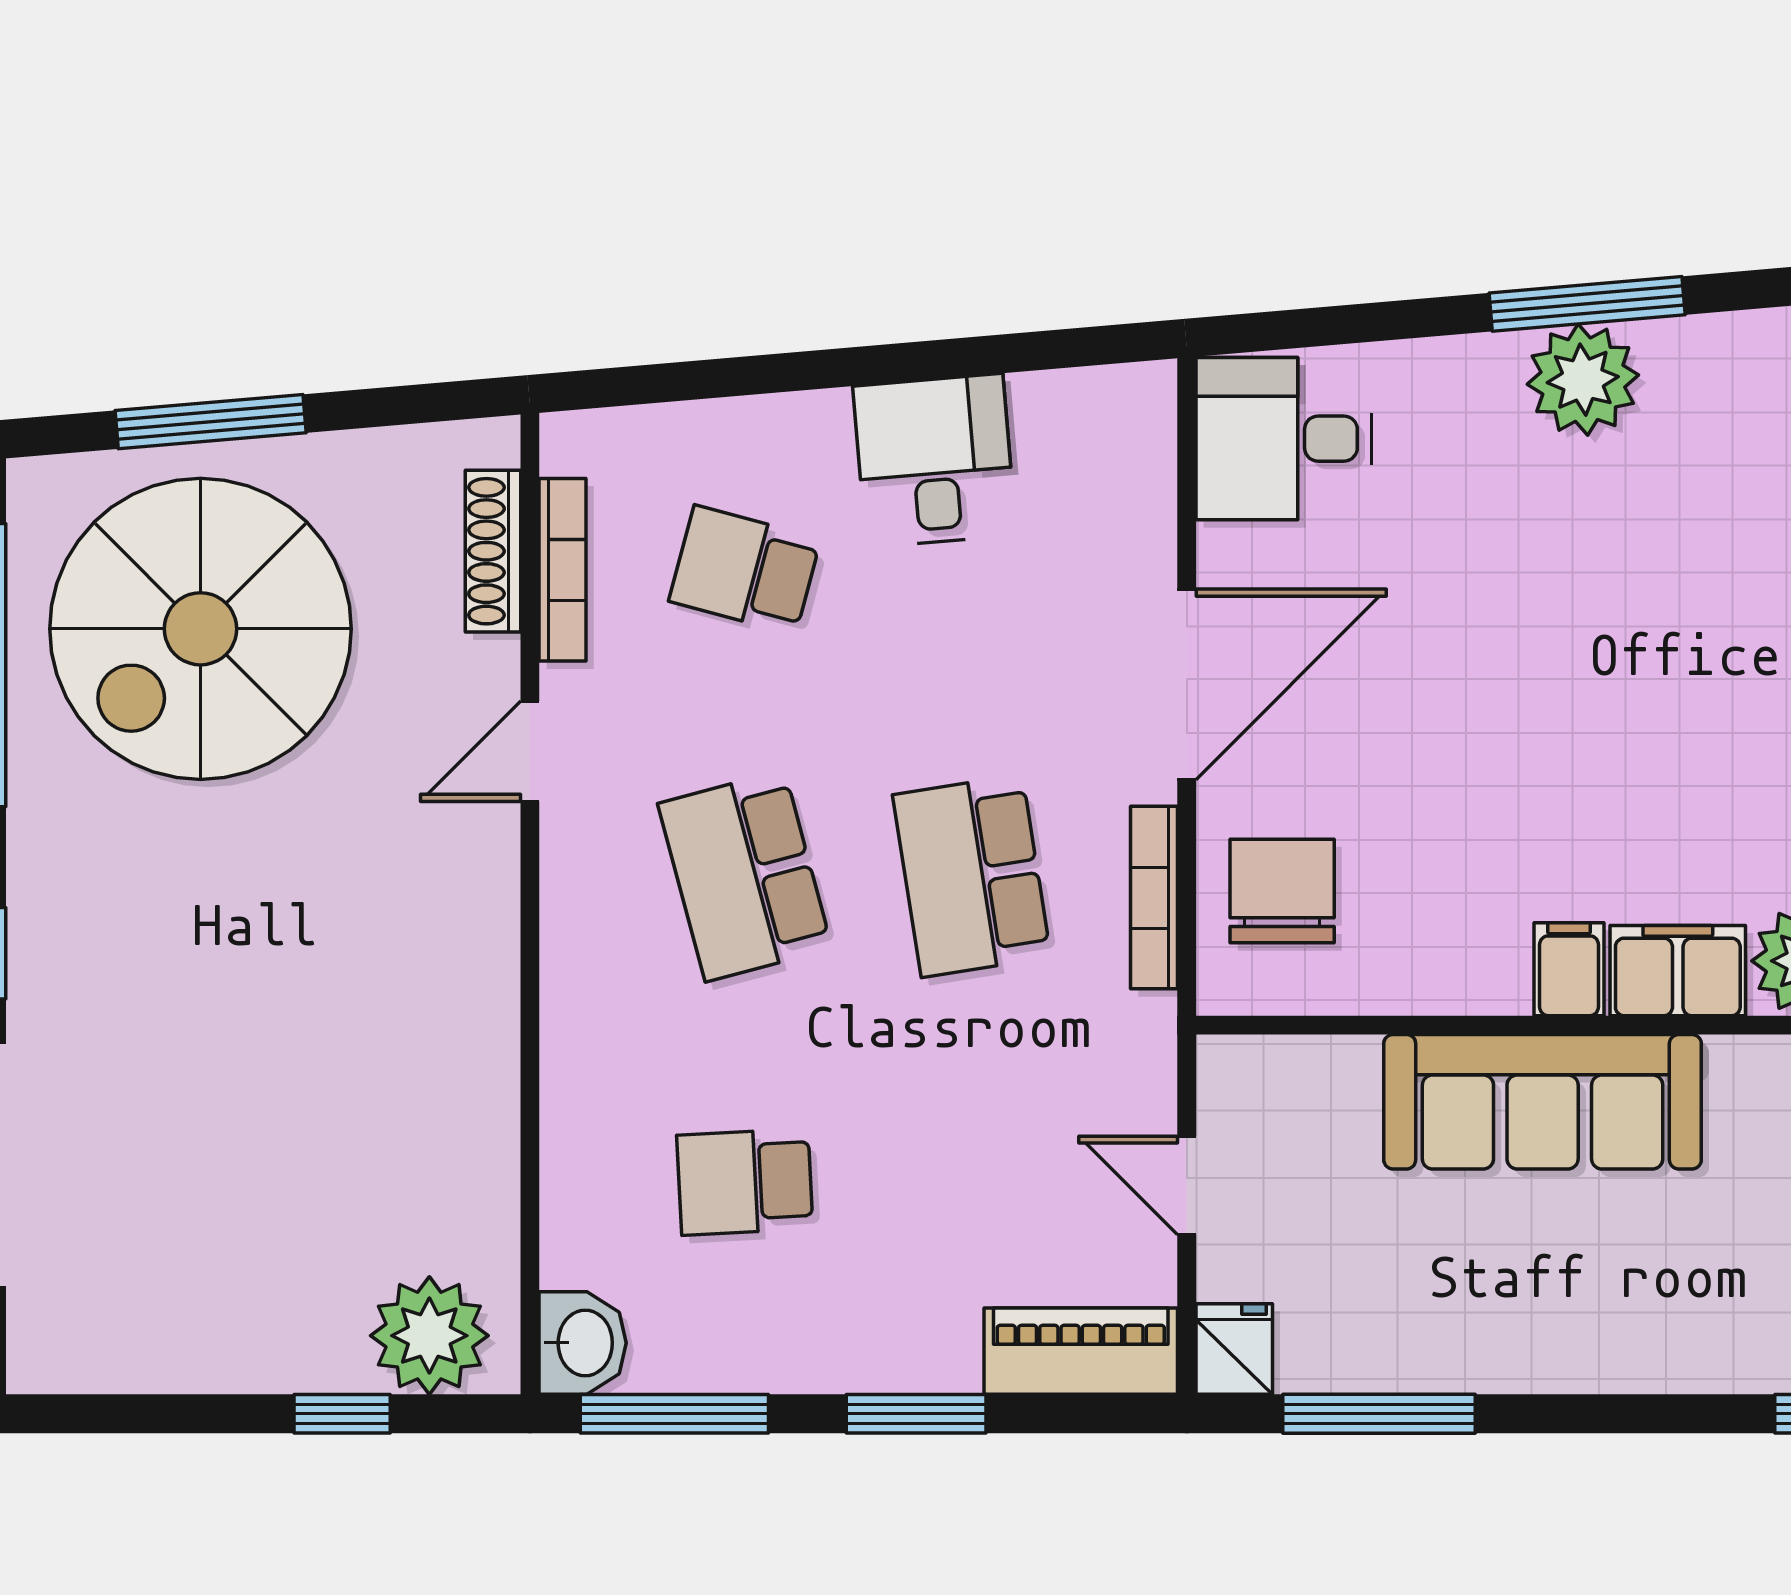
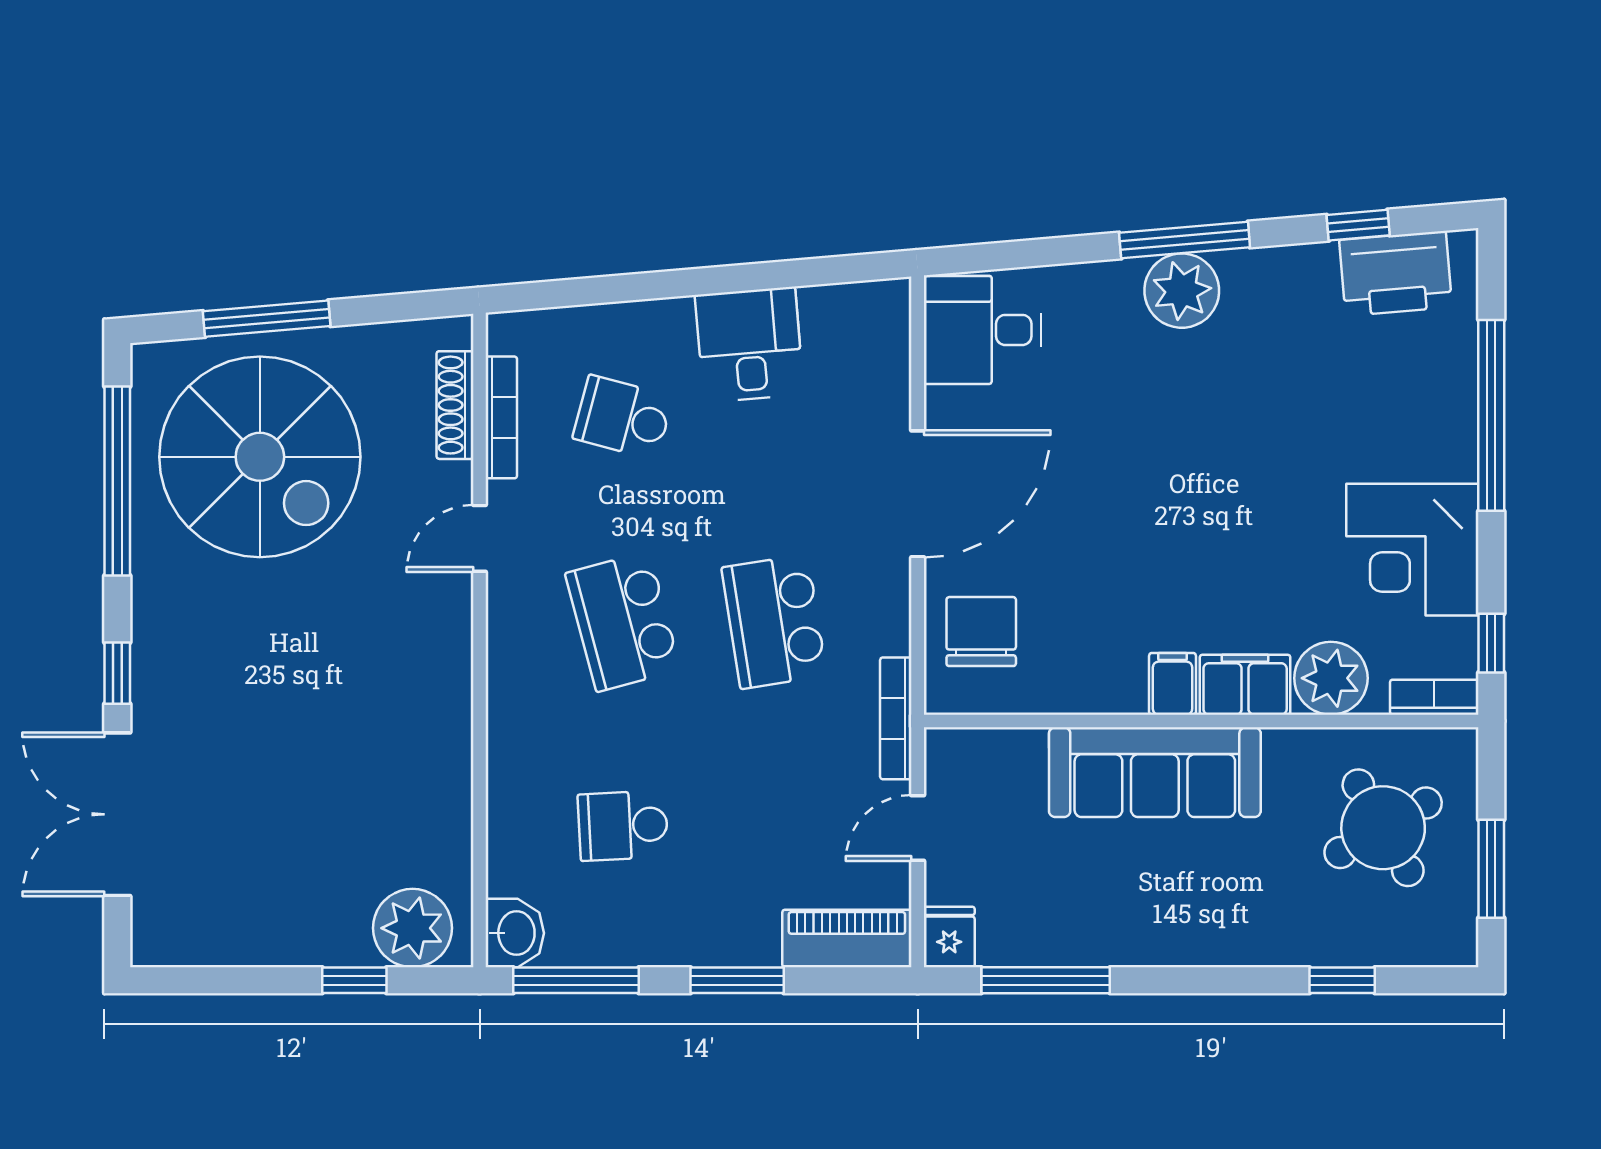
spiral stairs: (200, 629) -> (260, 457), turned -90
bookcase: (1154, 898) -> (896, 718), moved
door: (1187, 1185) -> (918, 828), hinge flipped

